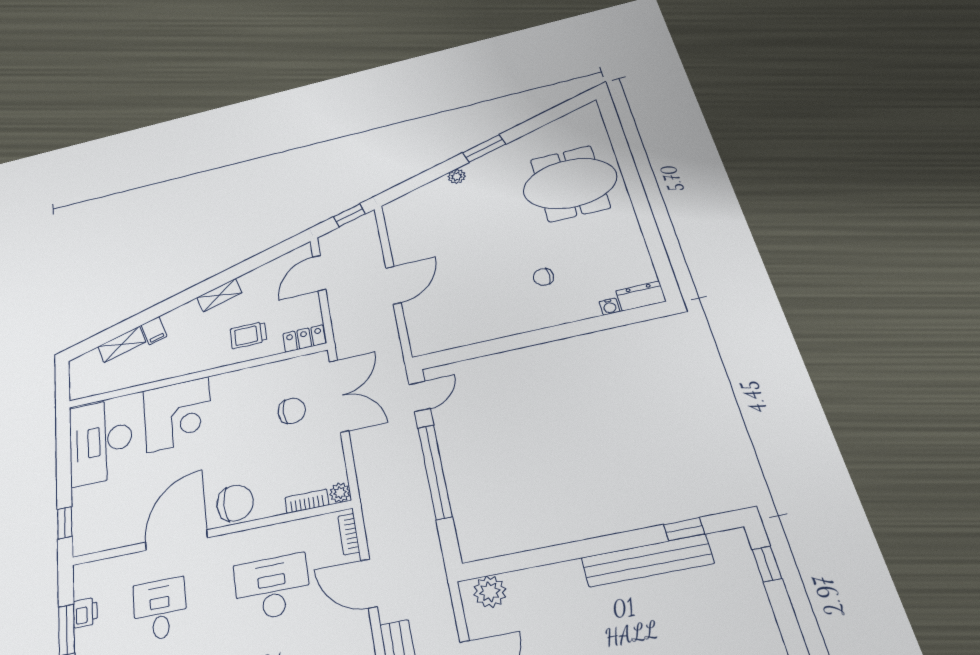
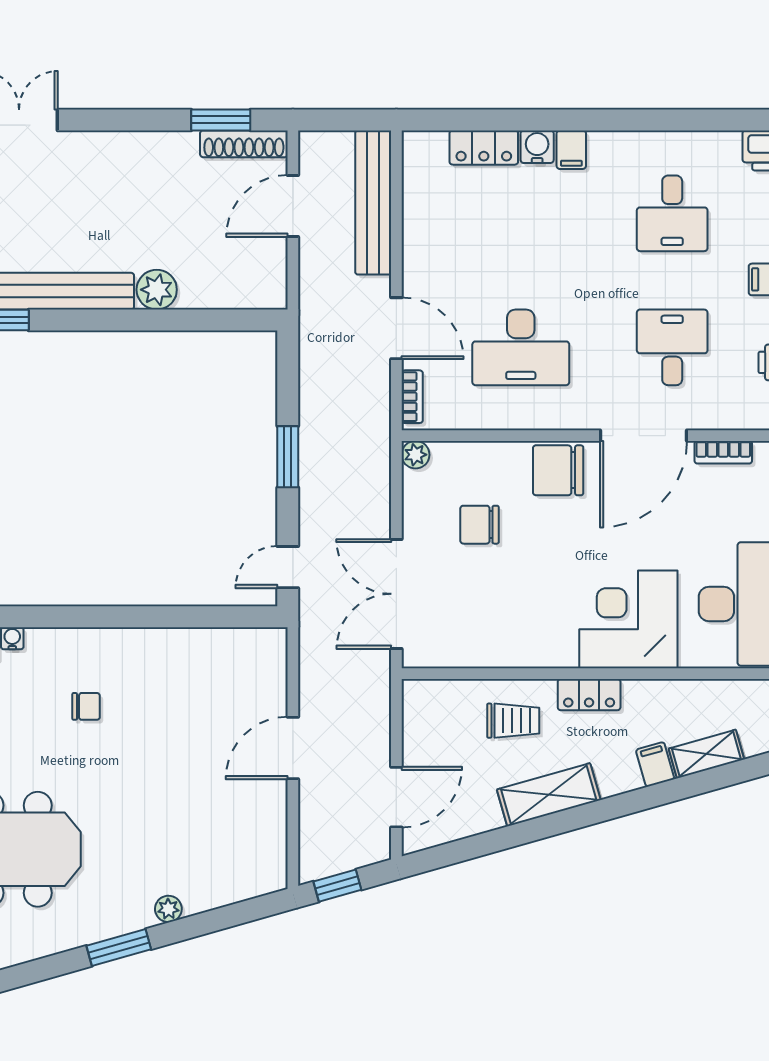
shelving: (219, 295) -> (549, 795), width x1.50, depth x1.33
locker: (304, 339) -> (589, 695), moved
chair: (292, 411) -> (480, 525), moved
window: (435, 472) -> (288, 457), width x0.47
bookcase: (307, 501) -> (723, 452), moved
plant: (490, 592) -> (157, 290), moved
desk: (160, 609) -> (672, 347), turned 180

